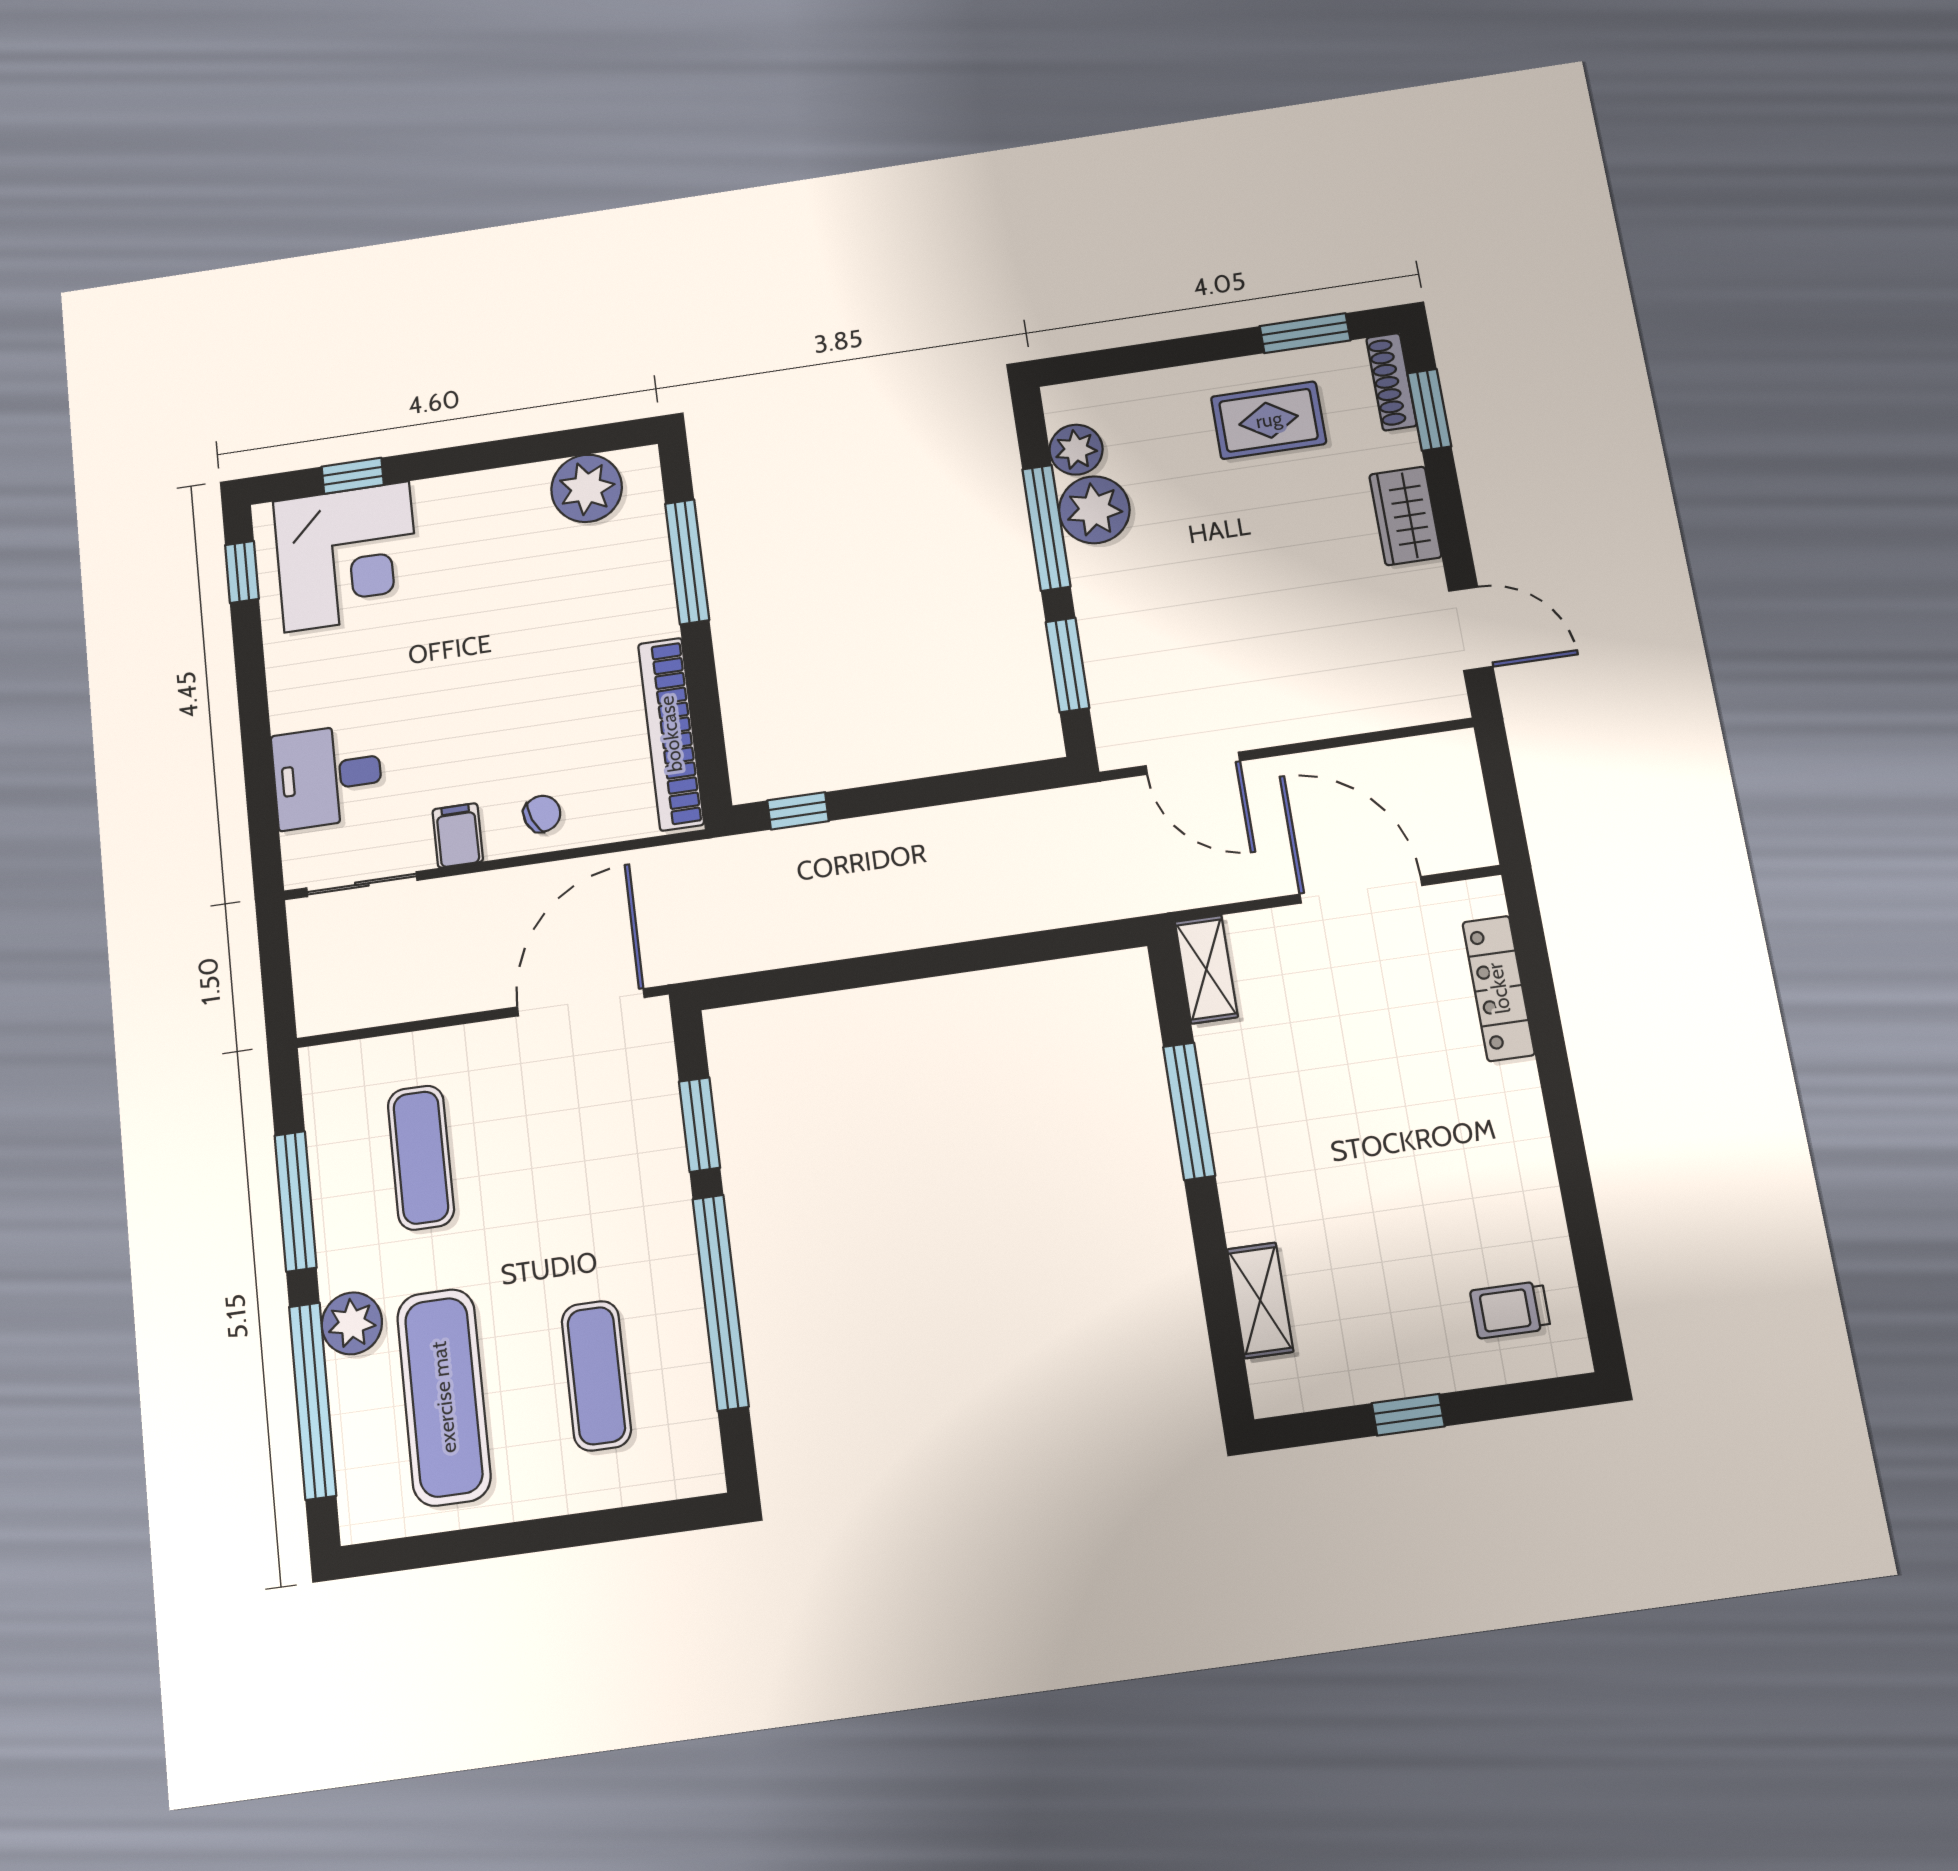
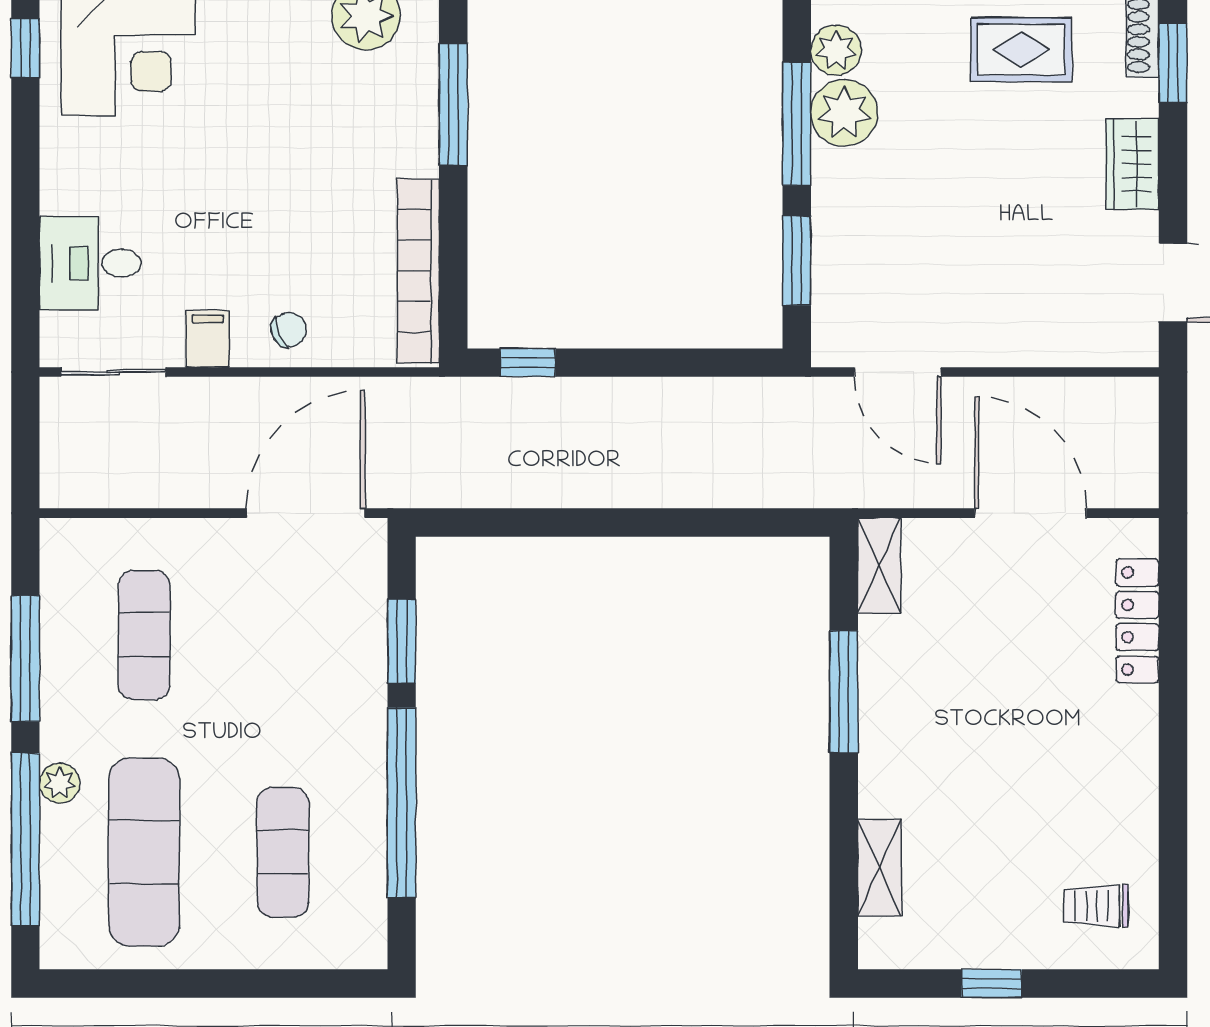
plant: (352, 1323) -> (60, 783), width x0.73, depth x0.73

